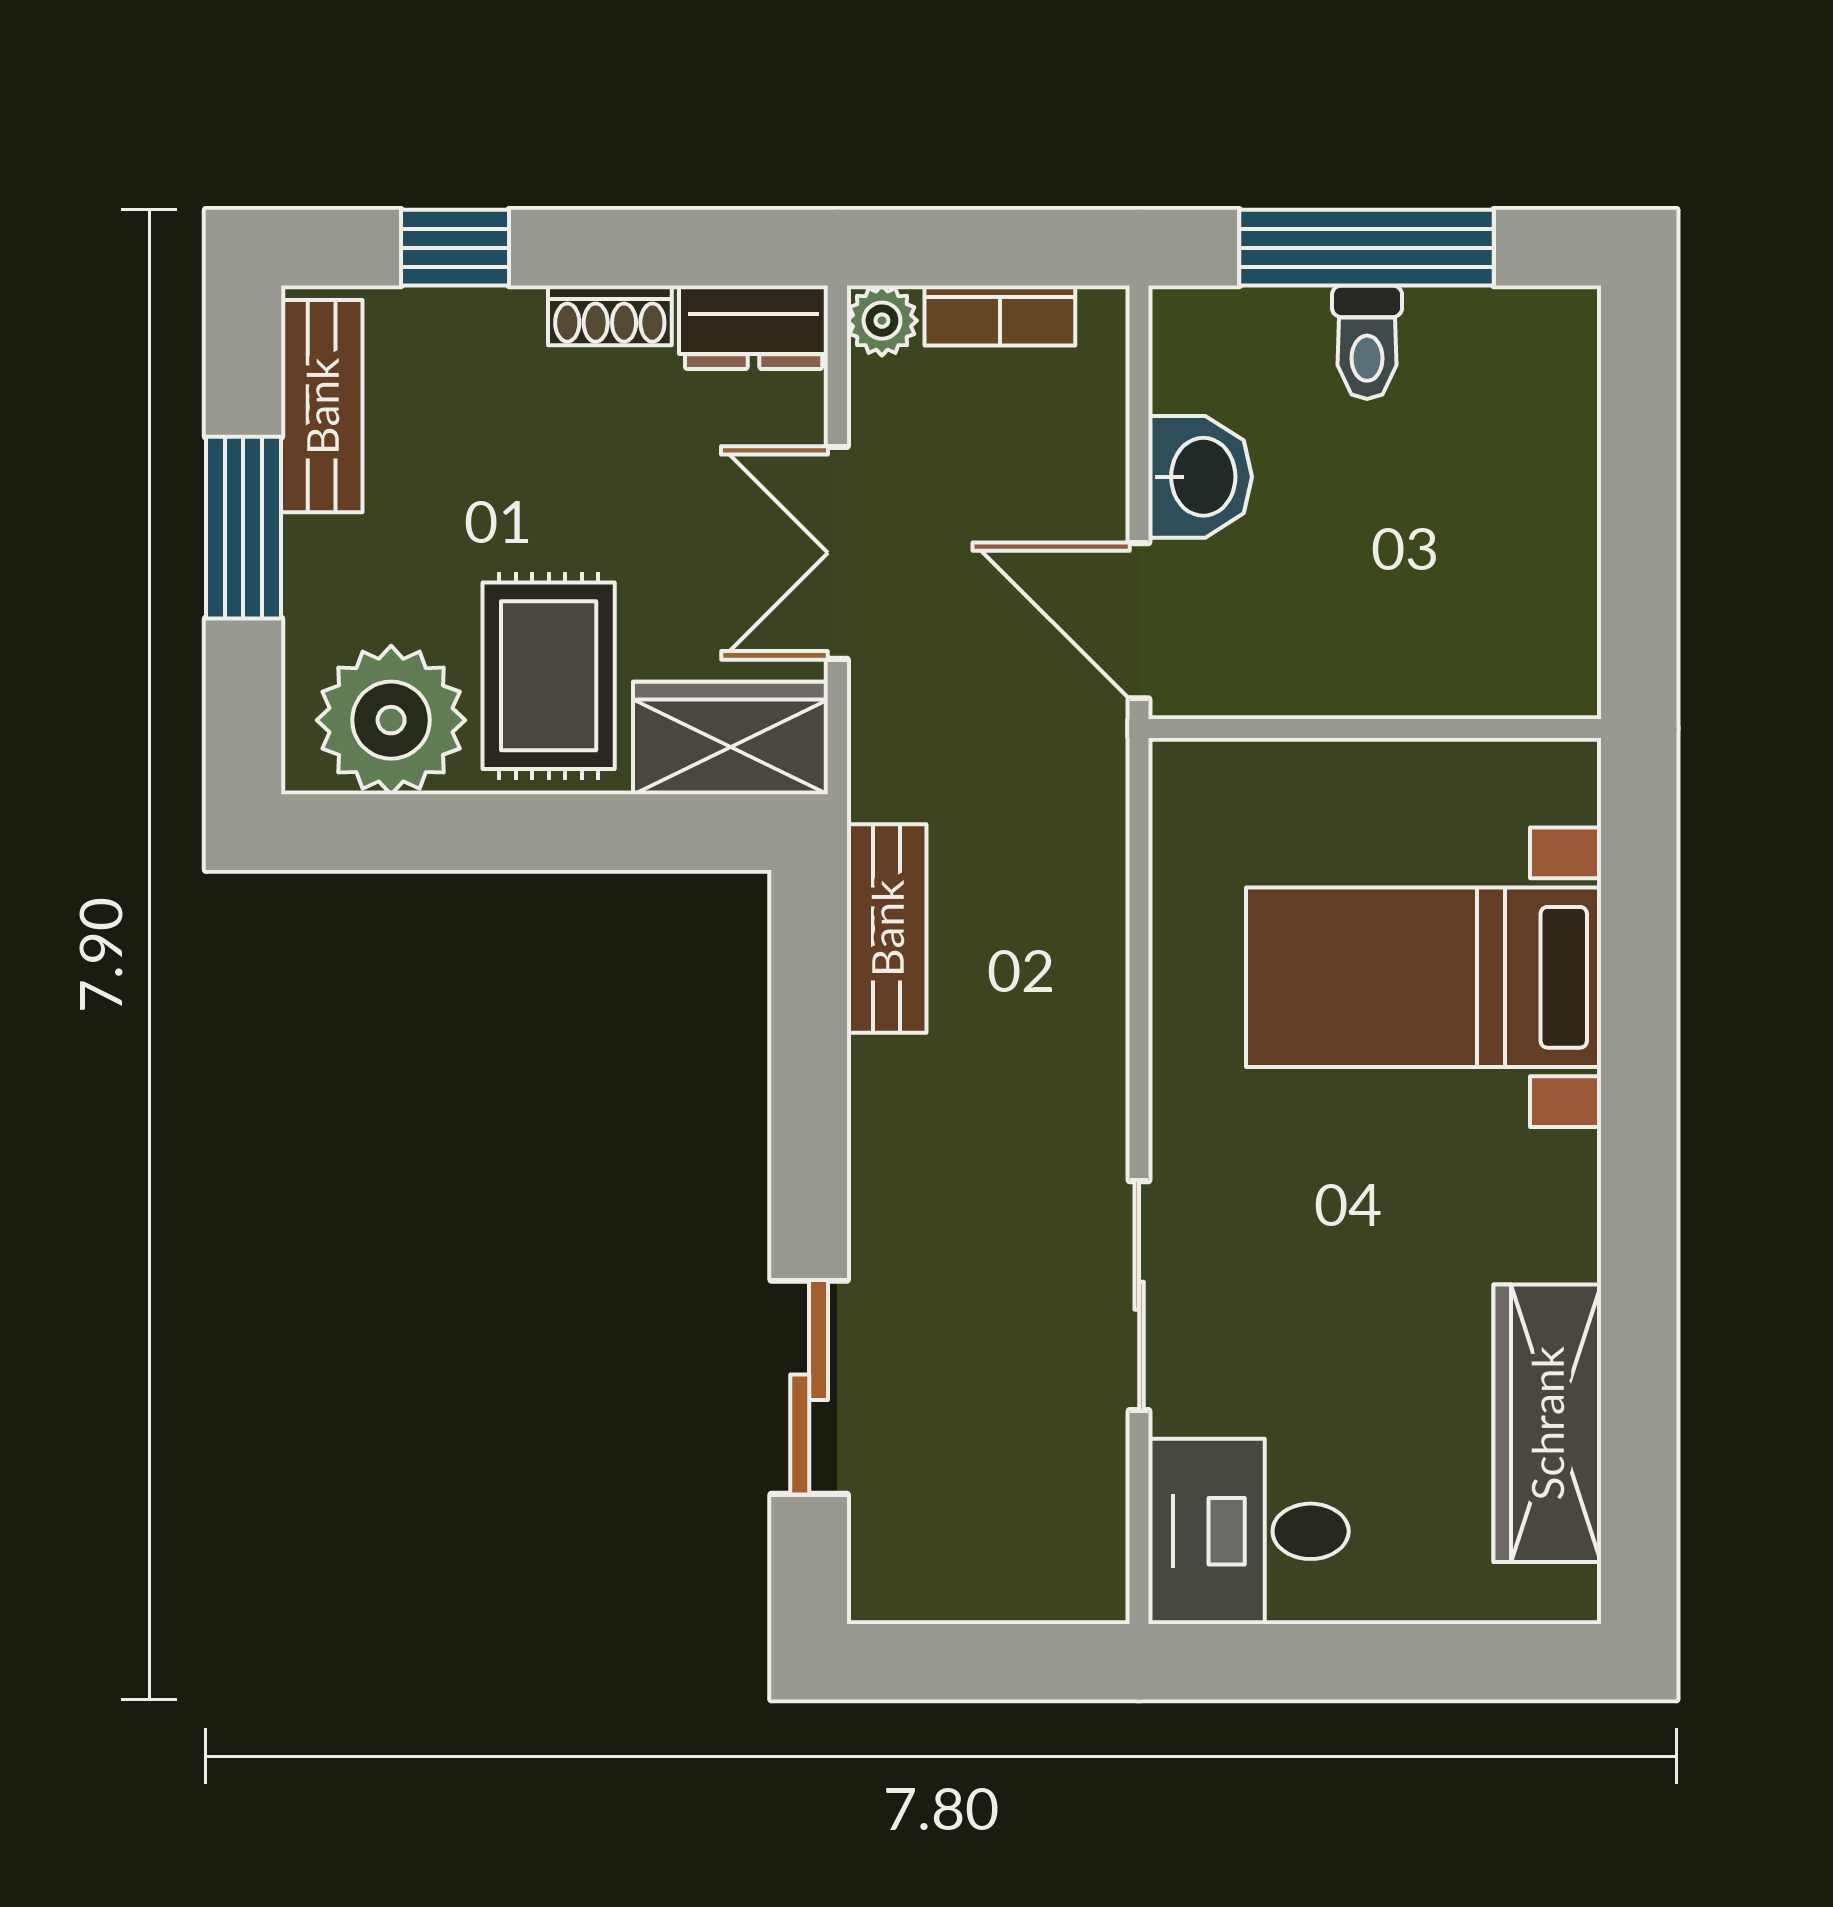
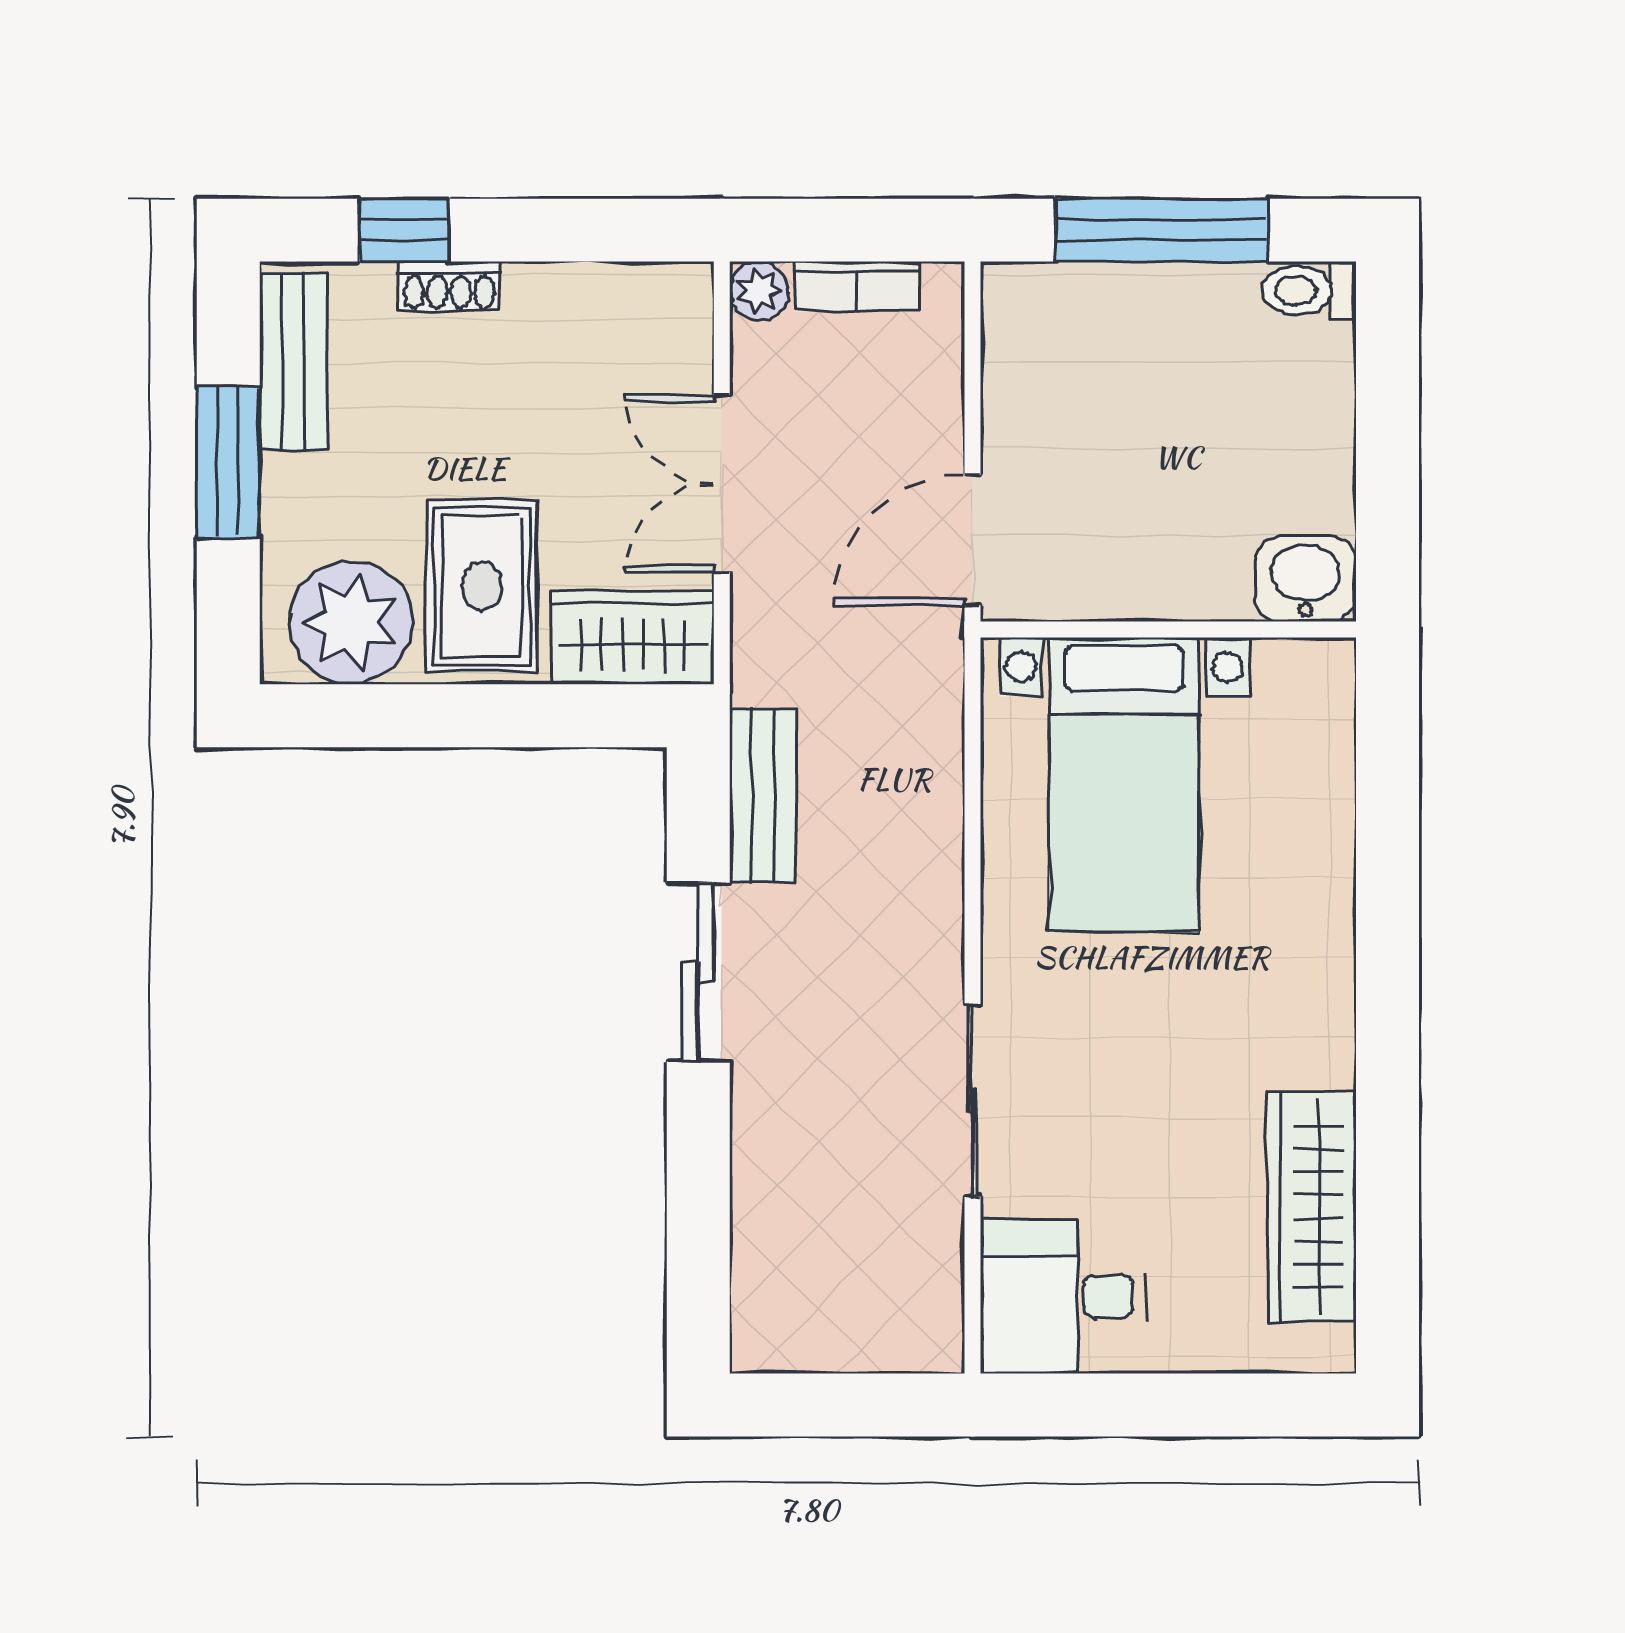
shoe rack: (610, 315) -> (449, 286), moved
dresser: (754, 327) -> (652, 296), removed
toilet: (1367, 342) -> (1309, 290), moved, turned 90
washbasin: (1200, 477) -> (1306, 579), moved, turned -90
door: (1139, 621) -> (972, 540), hinge flipped
bed with nightstands: (1424, 977) -> (1124, 785), moved, turned -90
sliding door: (809, 1387) -> (698, 972), moved

